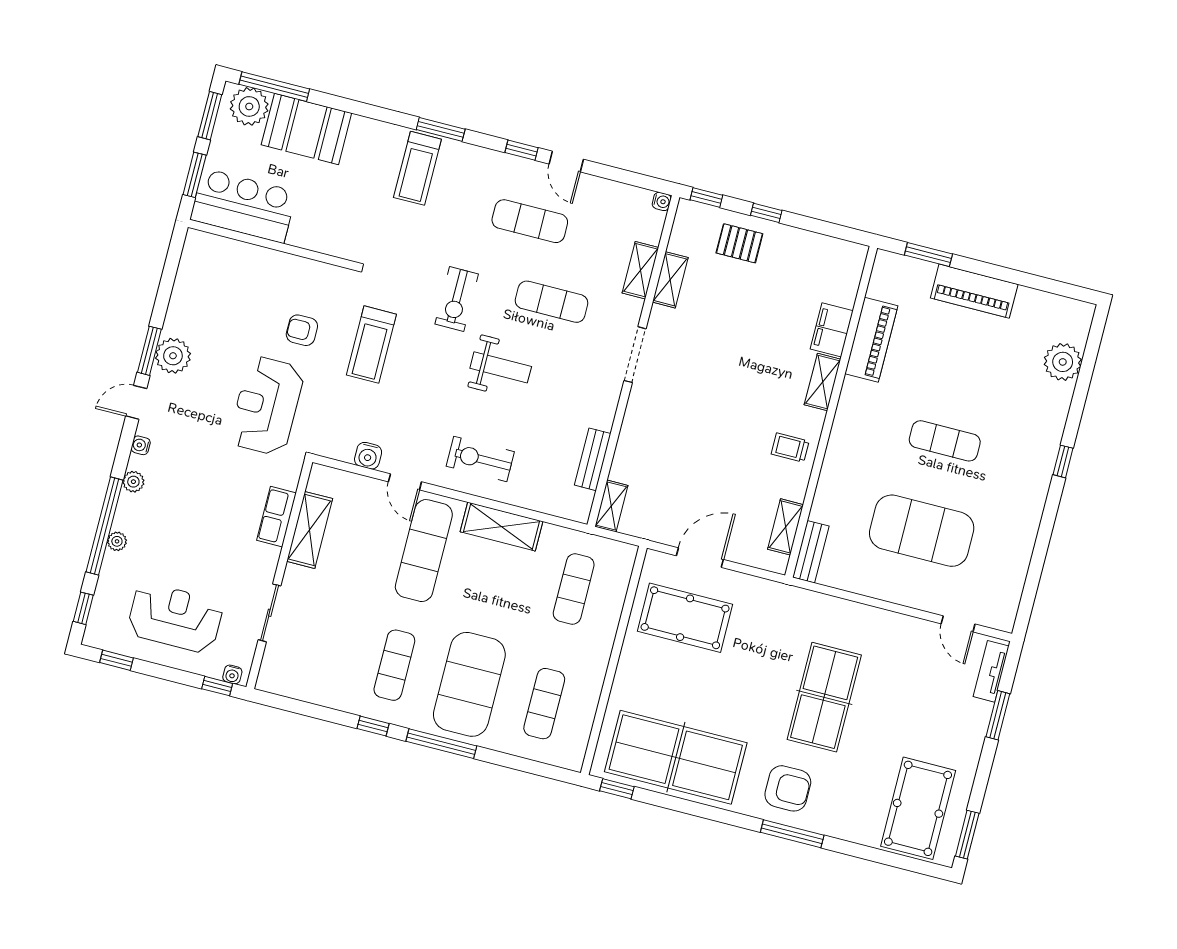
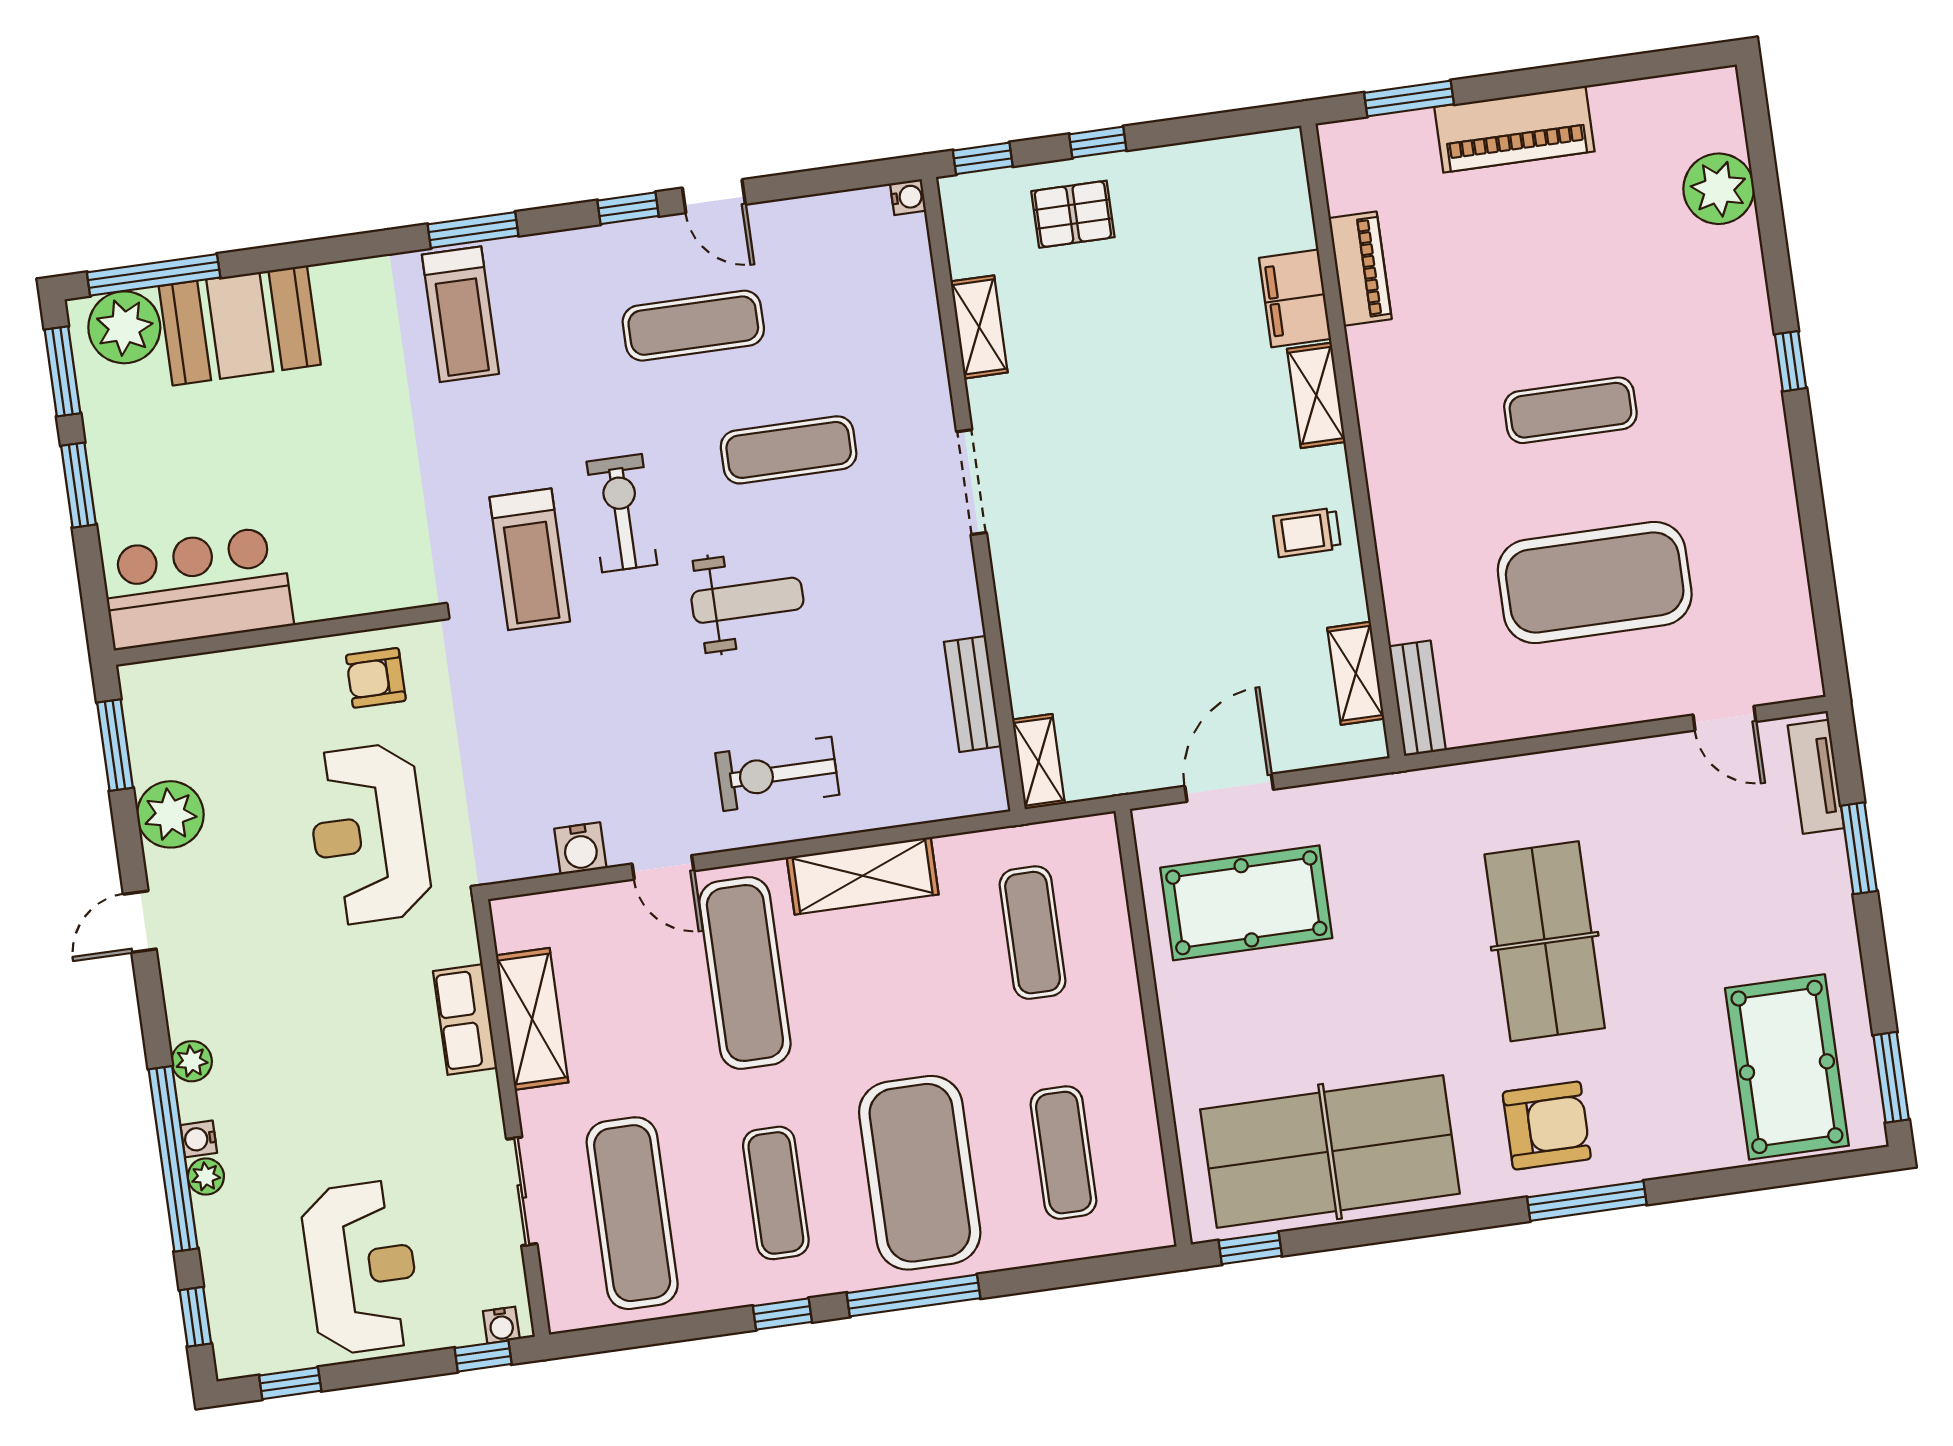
bar counter: (243, 206) -> (197, 588), moved
wall: (272, 245) -> (274, 635), moved
shelving: (640, 270) -> (920, 332), removed
exercise bike: (457, 299) -> (622, 513), turned 180
piano: (871, 340) -> (1360, 269), width x0.73, depth x0.75
treadmill: (371, 345) -> (530, 559), moved
window: (149, 351) -> (115, 745), moved
water cooler: (141, 445) -> (199, 1139), moved
reception desk: (175, 618) -> (361, 1268), turned 90
exercise mat: (319, 646) -> (632, 1213), added

